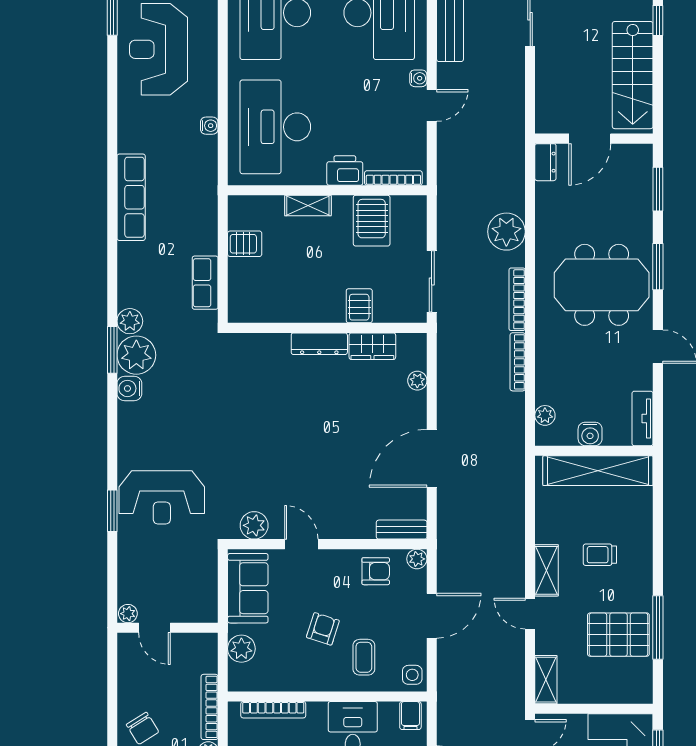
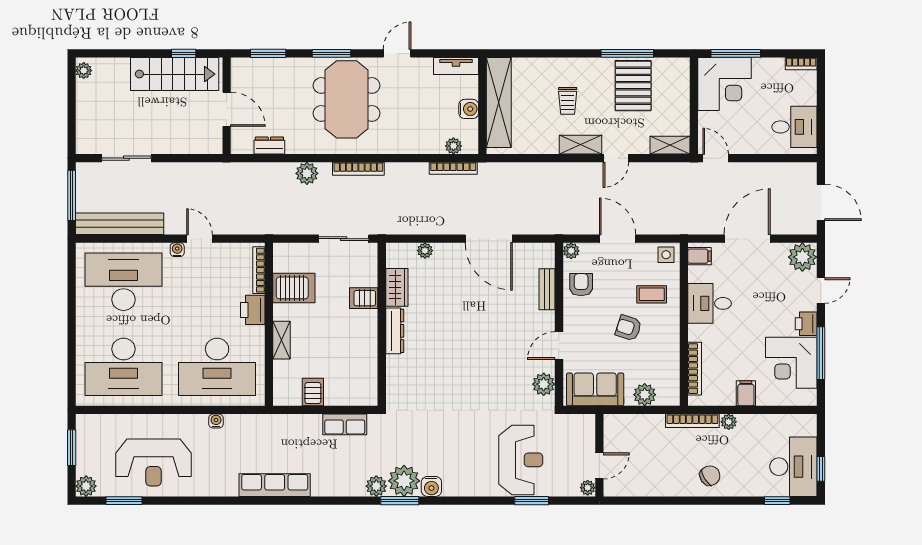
window: (658, 21) -> (184, 53), moved
dresser: (545, 162) -> (269, 146), moved
plant: (506, 232) -> (307, 173), width x0.73, depth x0.73
bookcase: (518, 362) -> (453, 168), moved
bench: (402, 530) -> (547, 289), moved
plant: (128, 614) -> (588, 488), moved
door: (154, 628) -> (599, 466), moved
wall: (167, 628) -> (599, 455), moved

